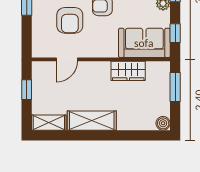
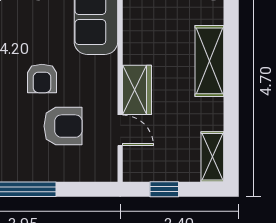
wardrobe: (128, 71) -> (137, 90), moved
shelving: (92, 121) -> (209, 61), moved

